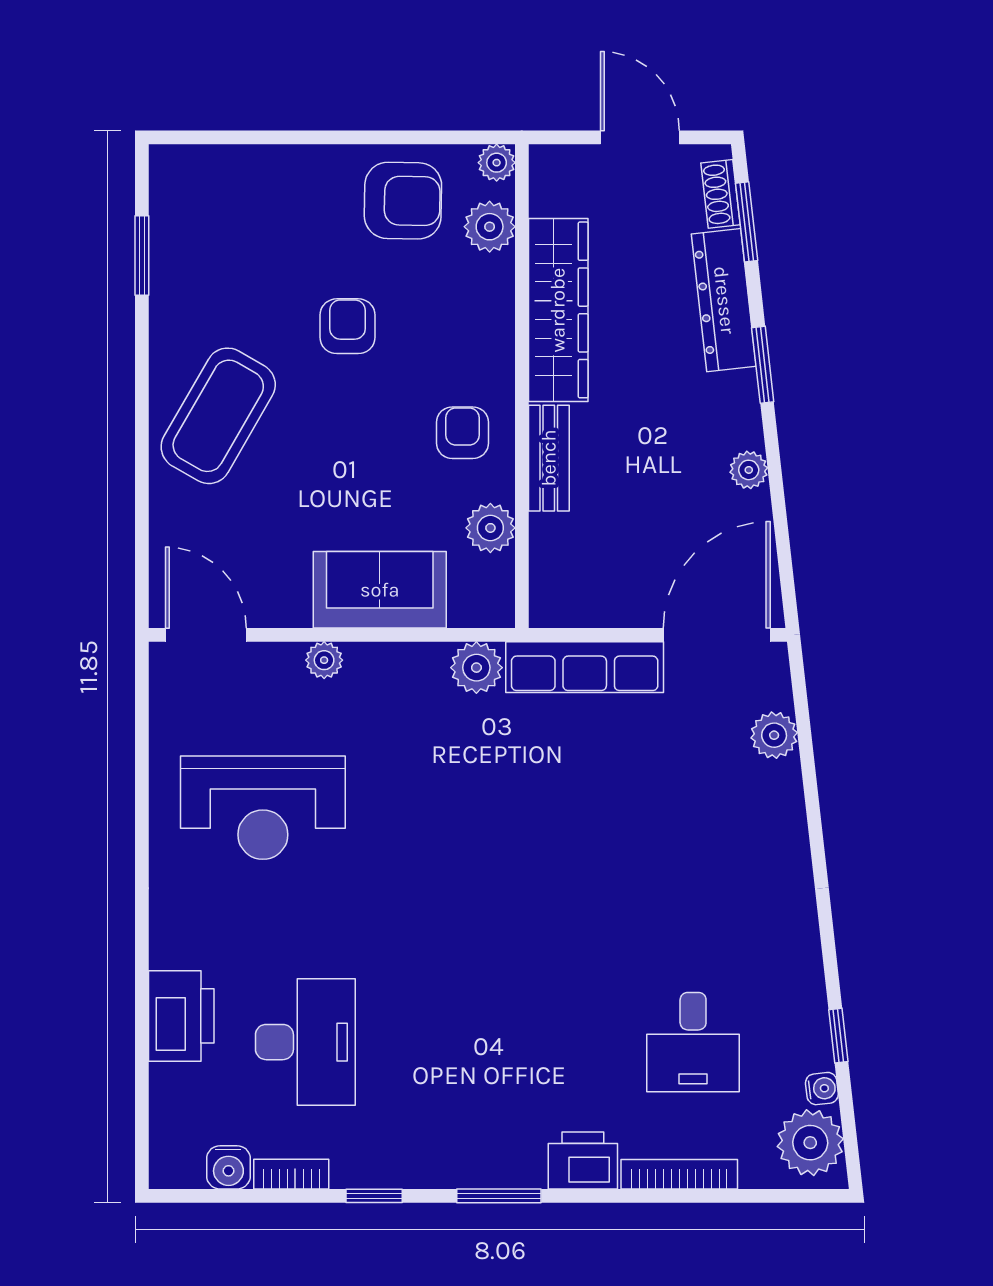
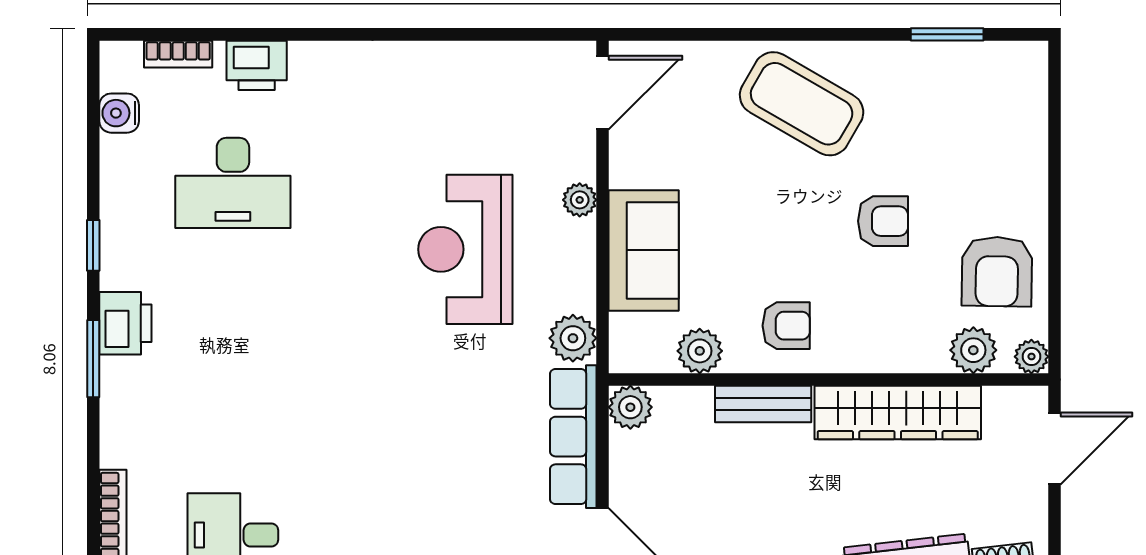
door: (640, 137) -> (1054, 449), moved
plant: (552, 604) -> (630, 407), added
reception desk: (263, 808) -> (465, 249), moved
printer: (181, 1016) -> (257, 65), width x0.73, depth x0.84
printer: (583, 1160) -> (125, 323), moved
bookcase: (291, 1174) -> (178, 54), moved, turned 90

